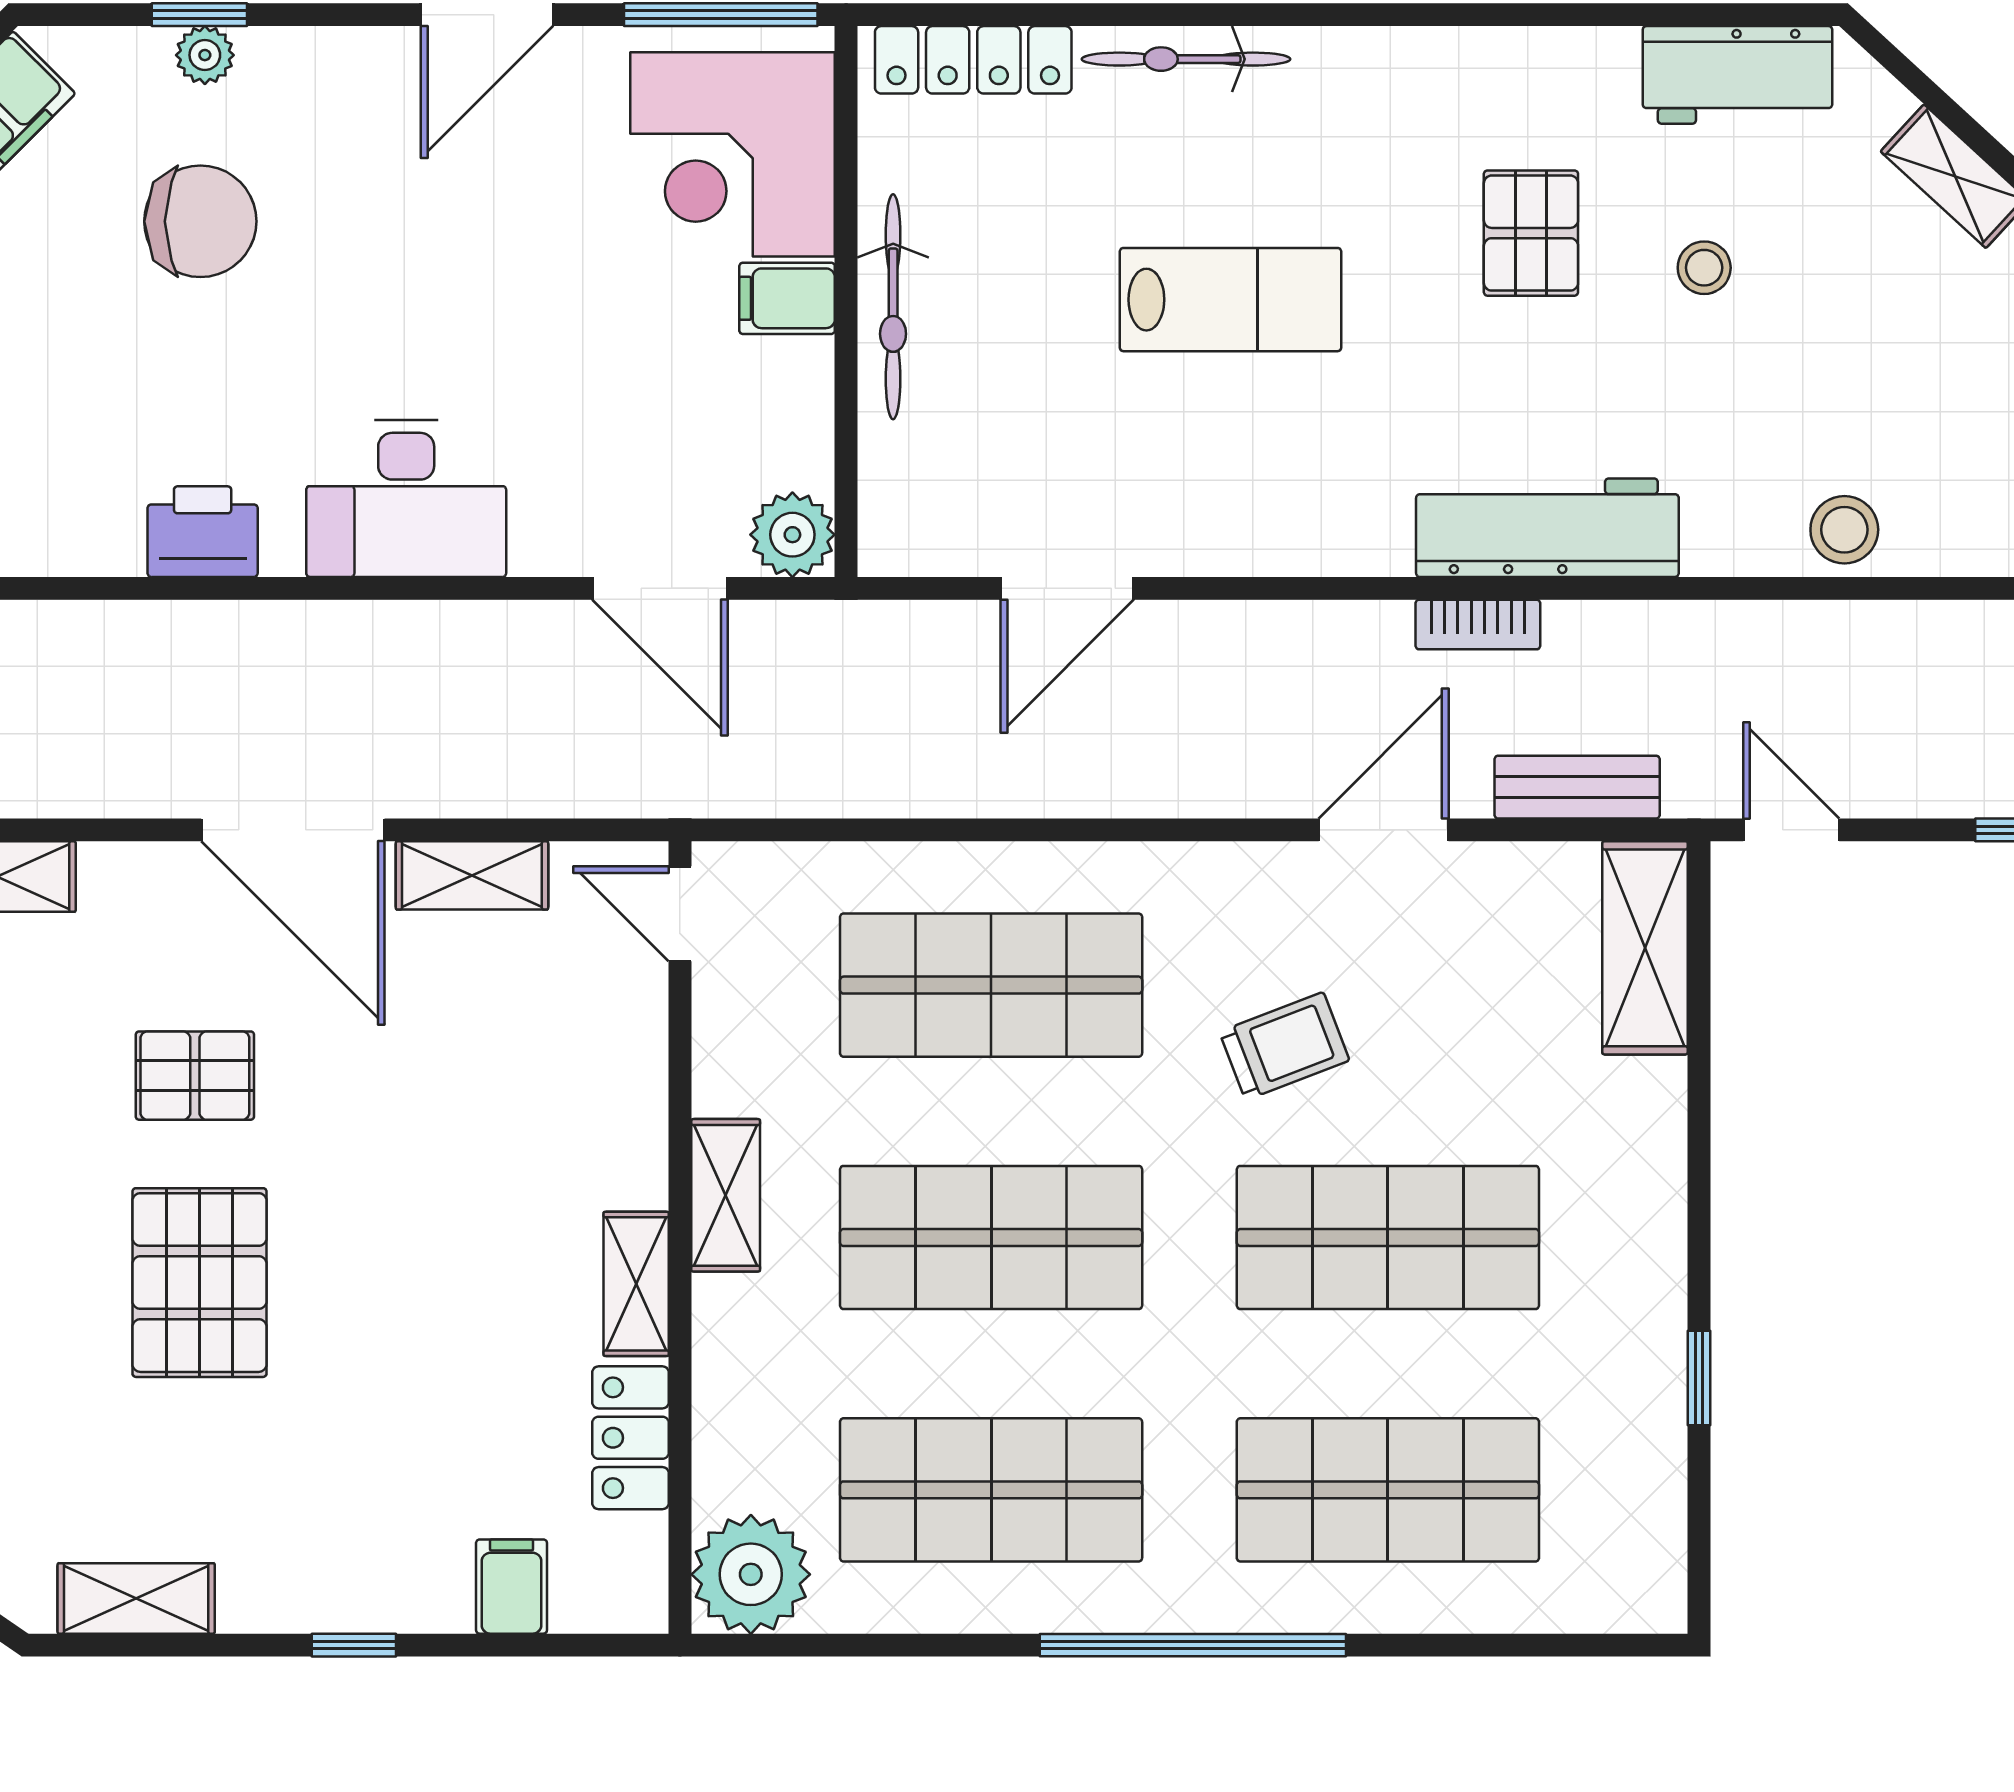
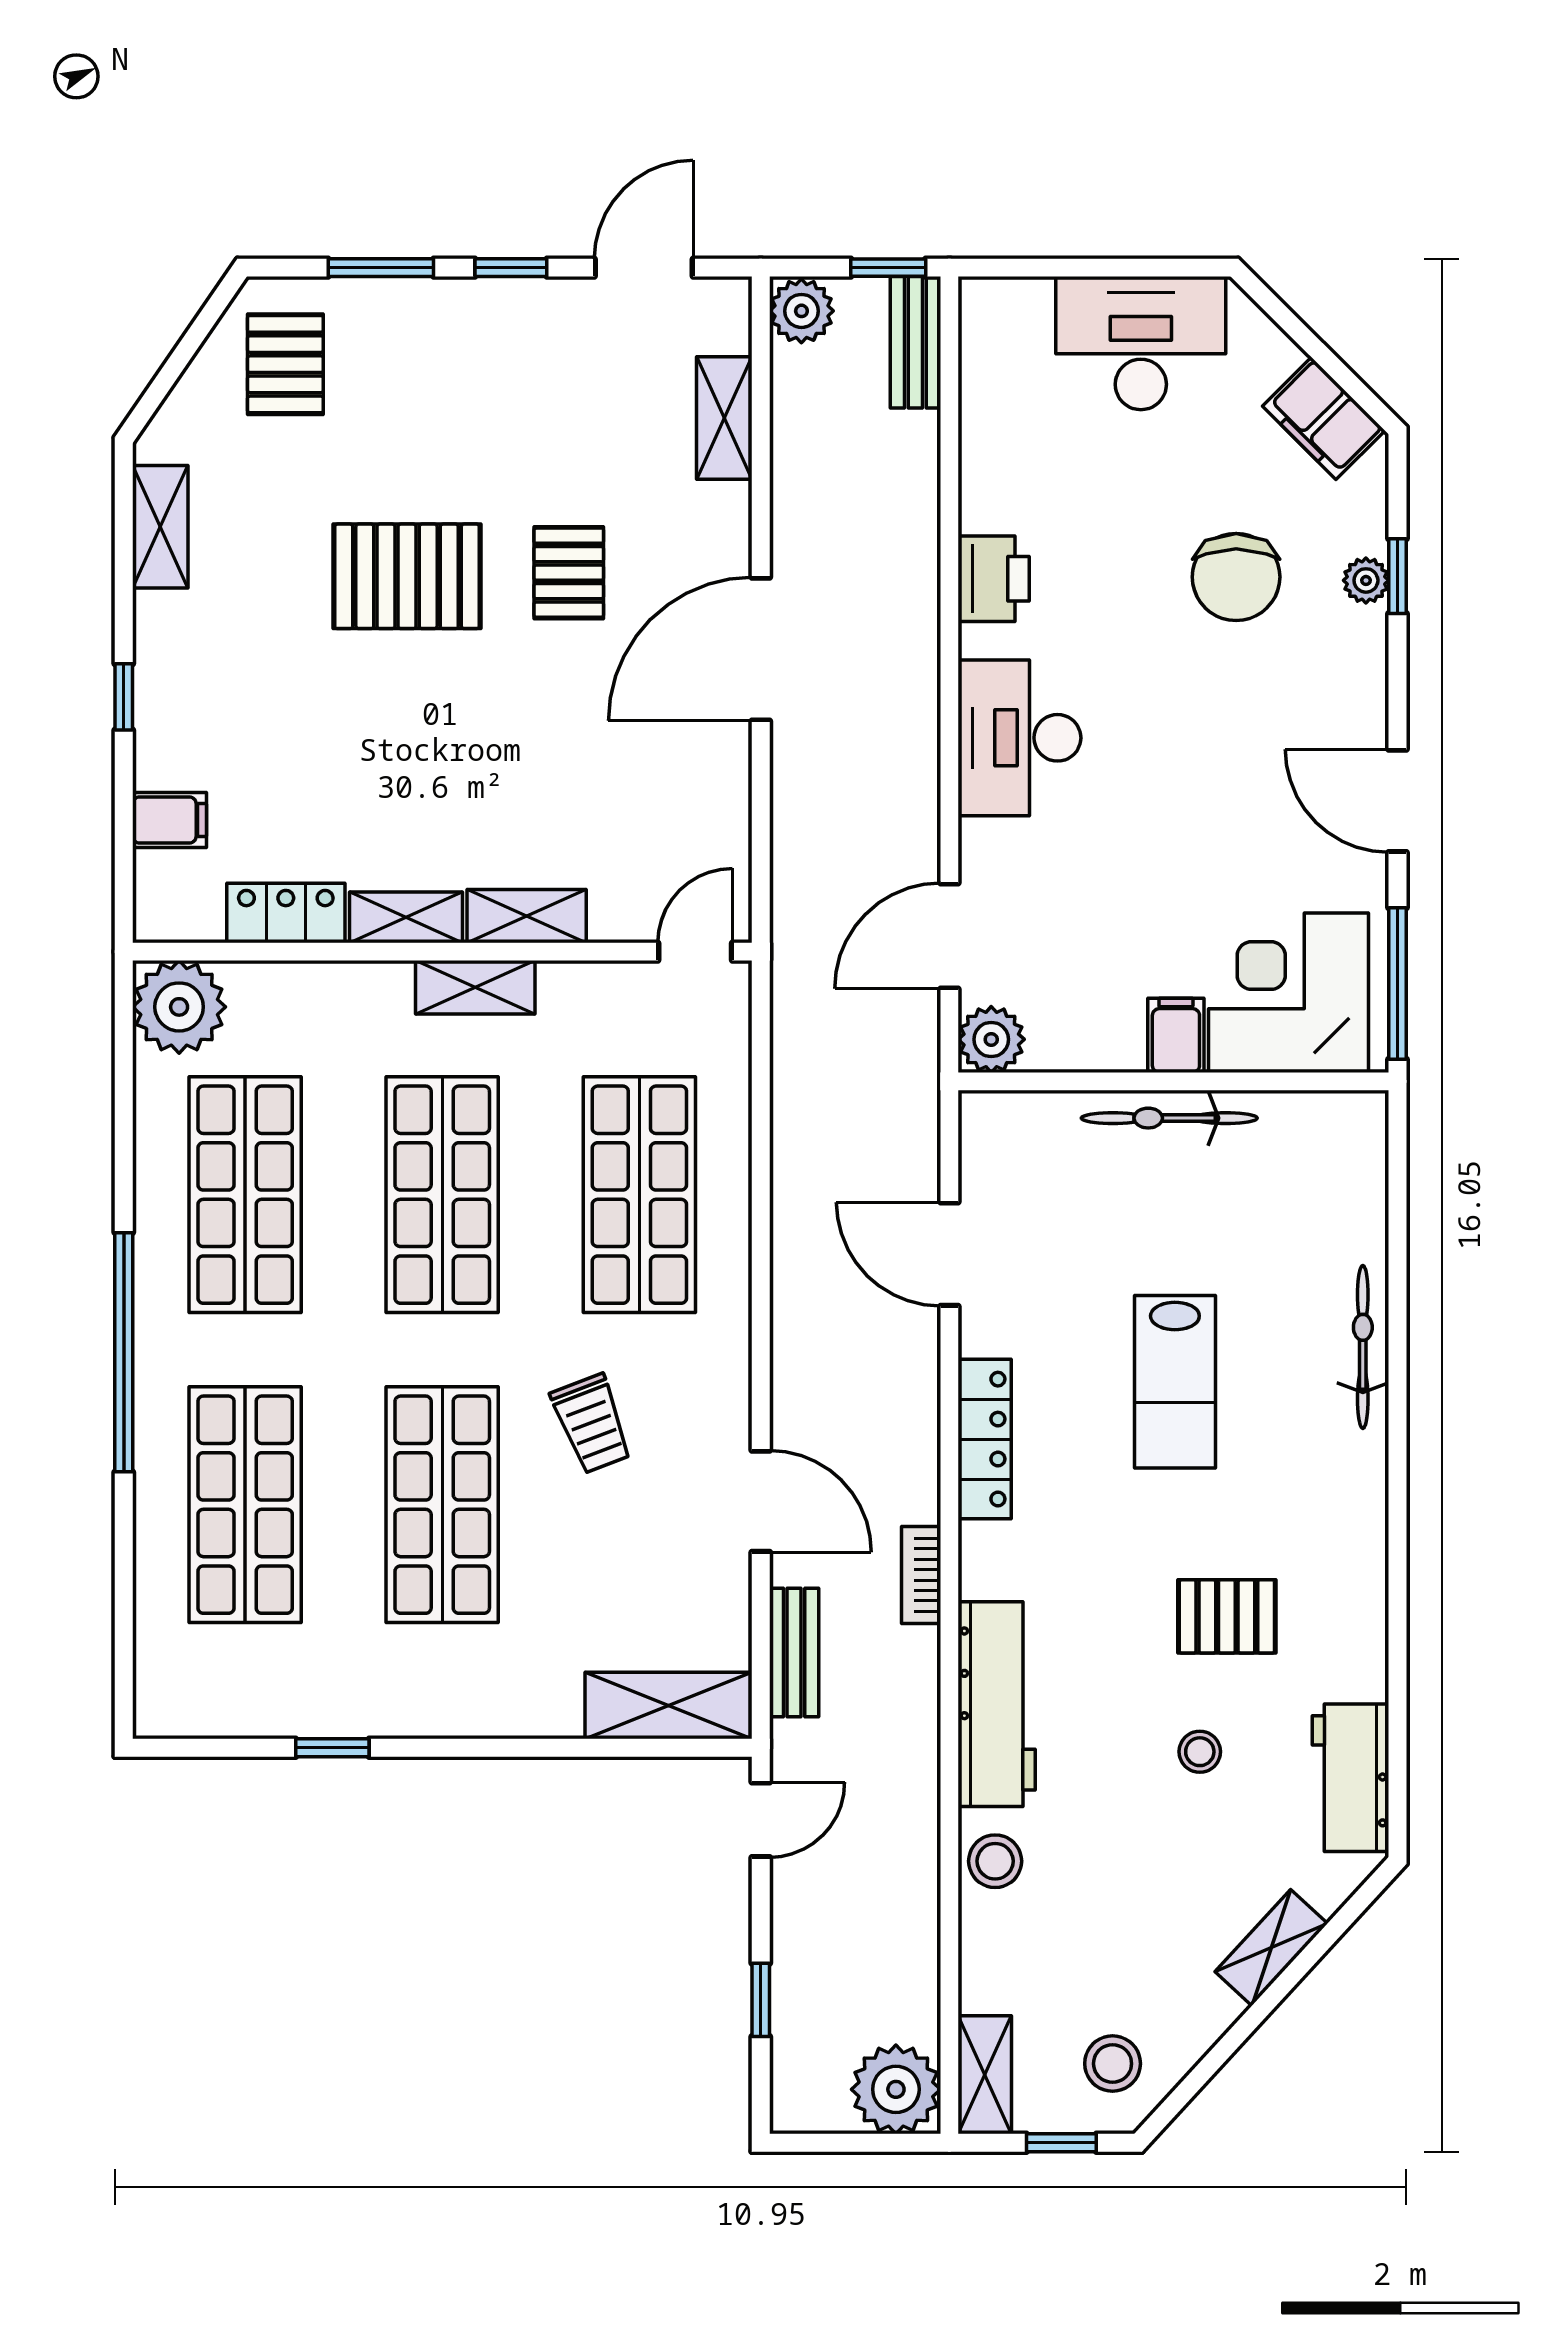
locker: (973, 60) -> (985, 1439), moved, turned 180
workbench: (1547, 528) -> (997, 1704), moved
shelving: (472, 875) -> (527, 916), moved, turned 90

